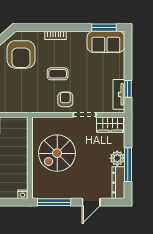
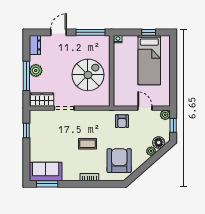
tv unit: (119, 94) -> (34, 126), removed
armchair: (65, 99) -> (122, 121), moved
window: (128, 165) -> (26, 76), moved
dresser: (118, 183) -> (35, 45), width x0.70

